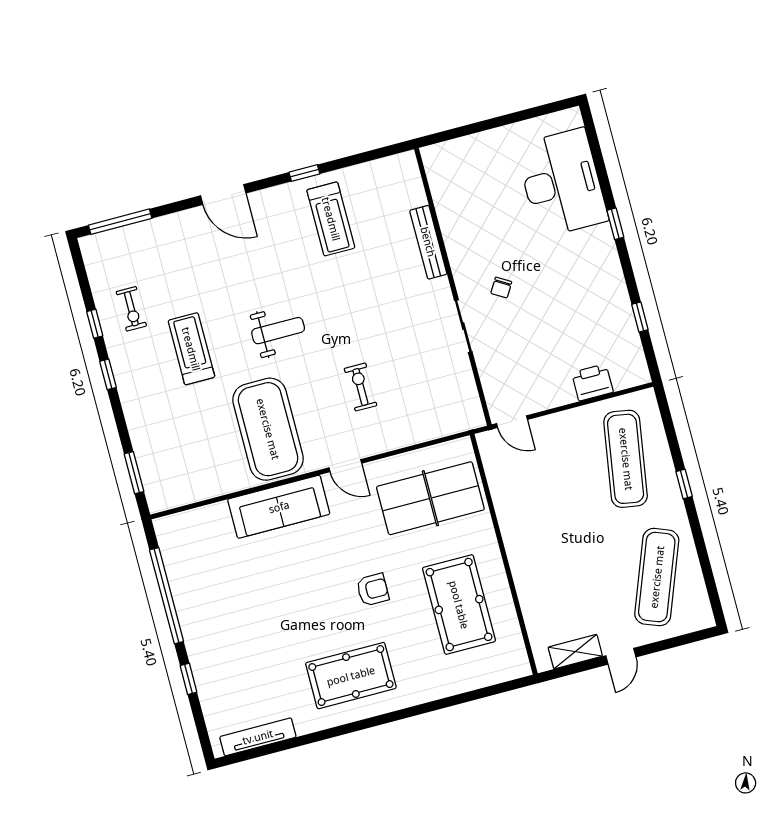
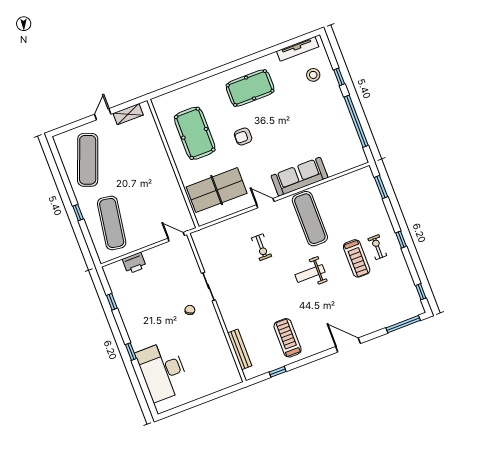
window: (304, 173) -> (278, 372), moved
bench: (428, 242) -> (240, 349), moved
exercise bike: (131, 309) -> (377, 247), moved
window: (95, 324) -> (421, 292), moved
exercise mat: (268, 429) -> (310, 219), width x0.68
stool: (235, 687) -> (313, 75), added

